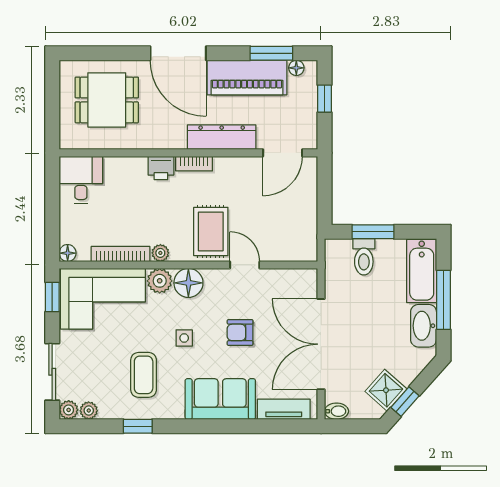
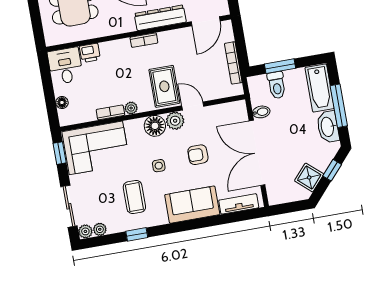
printer: (161, 168) -> (90, 53), moved
bookcase: (310, 216) -> (233, 63), added
floor lamp: (68, 253) -> (62, 103), moved
bookcase: (121, 254) -> (110, 112), width x0.64
plant: (160, 281) -> (175, 121), moved
window: (405, 402) -> (332, 170), moved
bidet: (336, 411) -> (261, 112), moved

